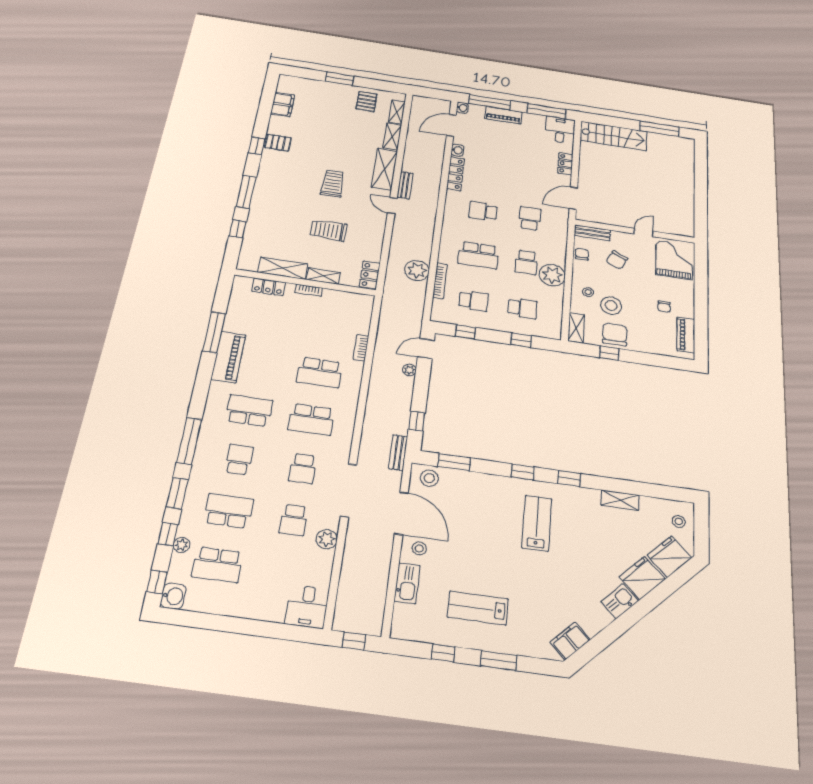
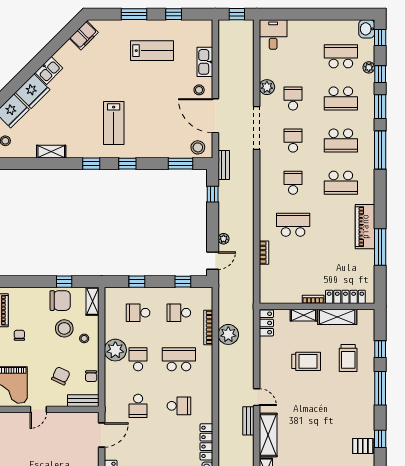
trolley: (333, 183) -> (348, 358), moved
locker: (269, 287) -> (345, 297), width x1.53
chair: (615, 334) -> (60, 301), turned -90
school desk: (311, 419) -> (293, 183), width x0.54
school desk: (239, 460) -> (341, 141), width x1.85

